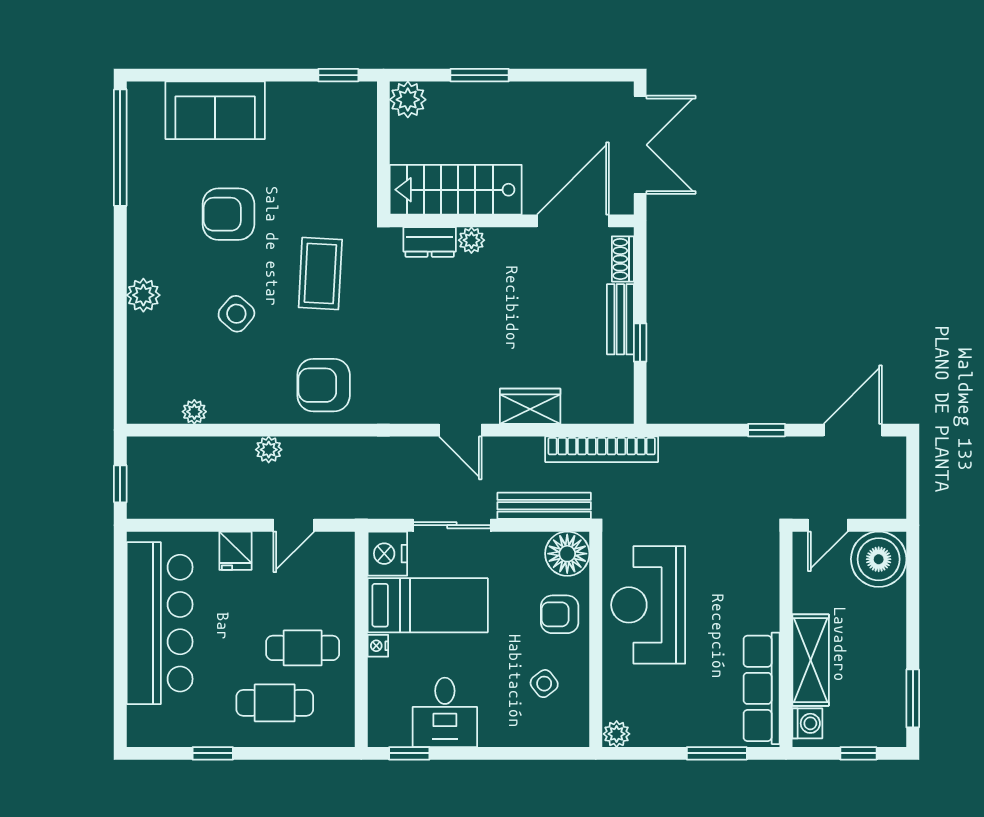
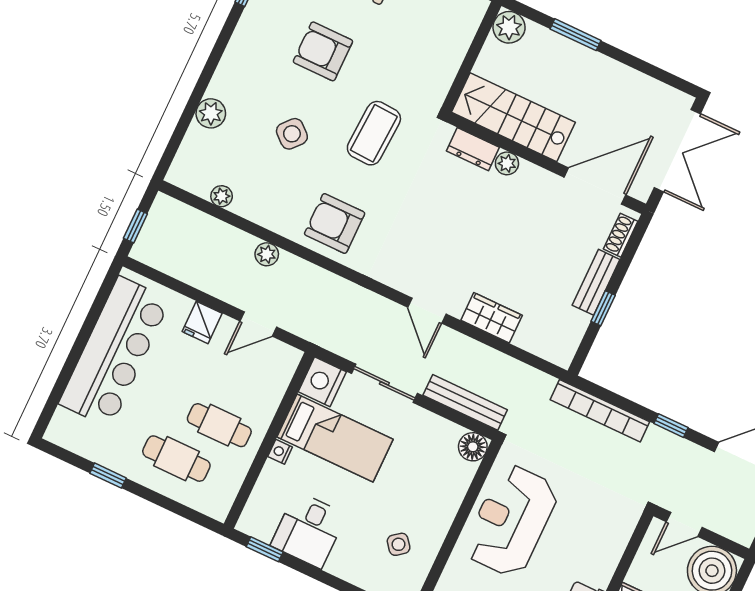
plant: (143, 295) -> (211, 113), moved
bookcase: (602, 449) -> (600, 411), moved
floor lamp: (567, 554) -> (473, 447), width x0.73, depth x0.73
armchair: (560, 614) -> (437, 495), removed

